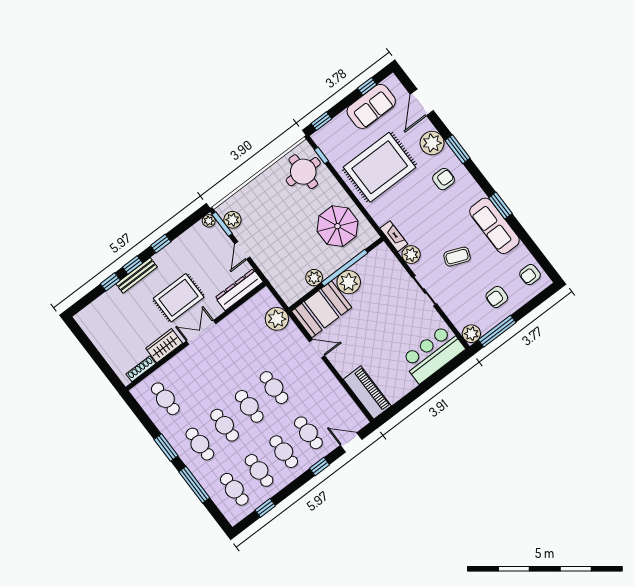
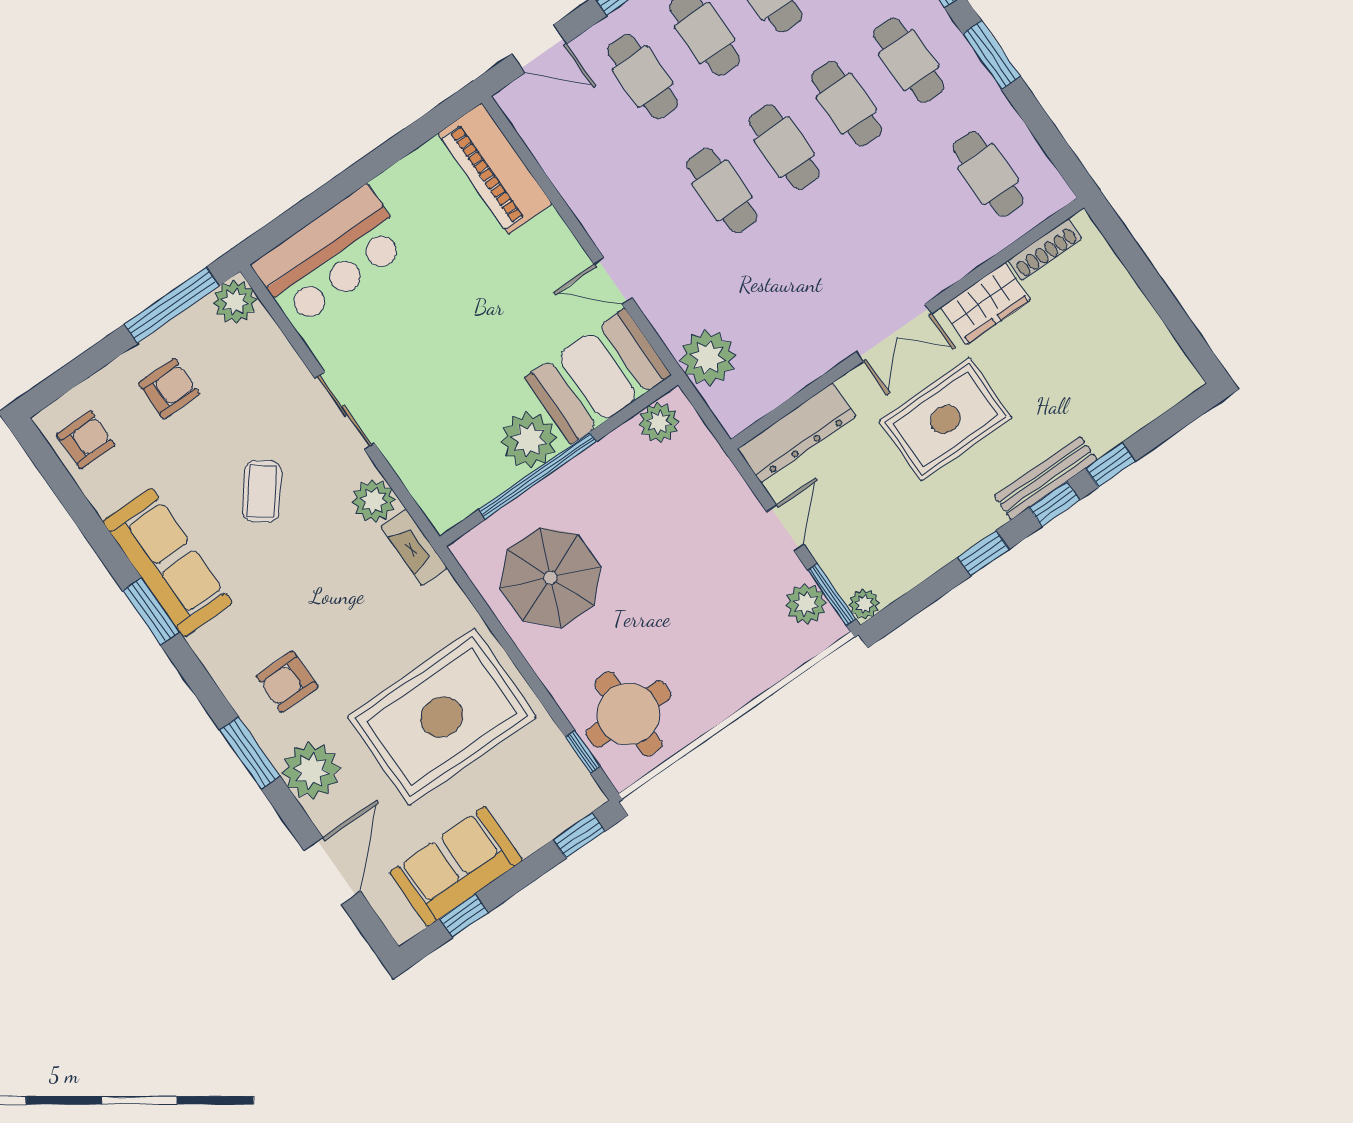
coffee table: (457, 257) -> (262, 491), turned -74
plant: (314, 278) -> (659, 422), moved

